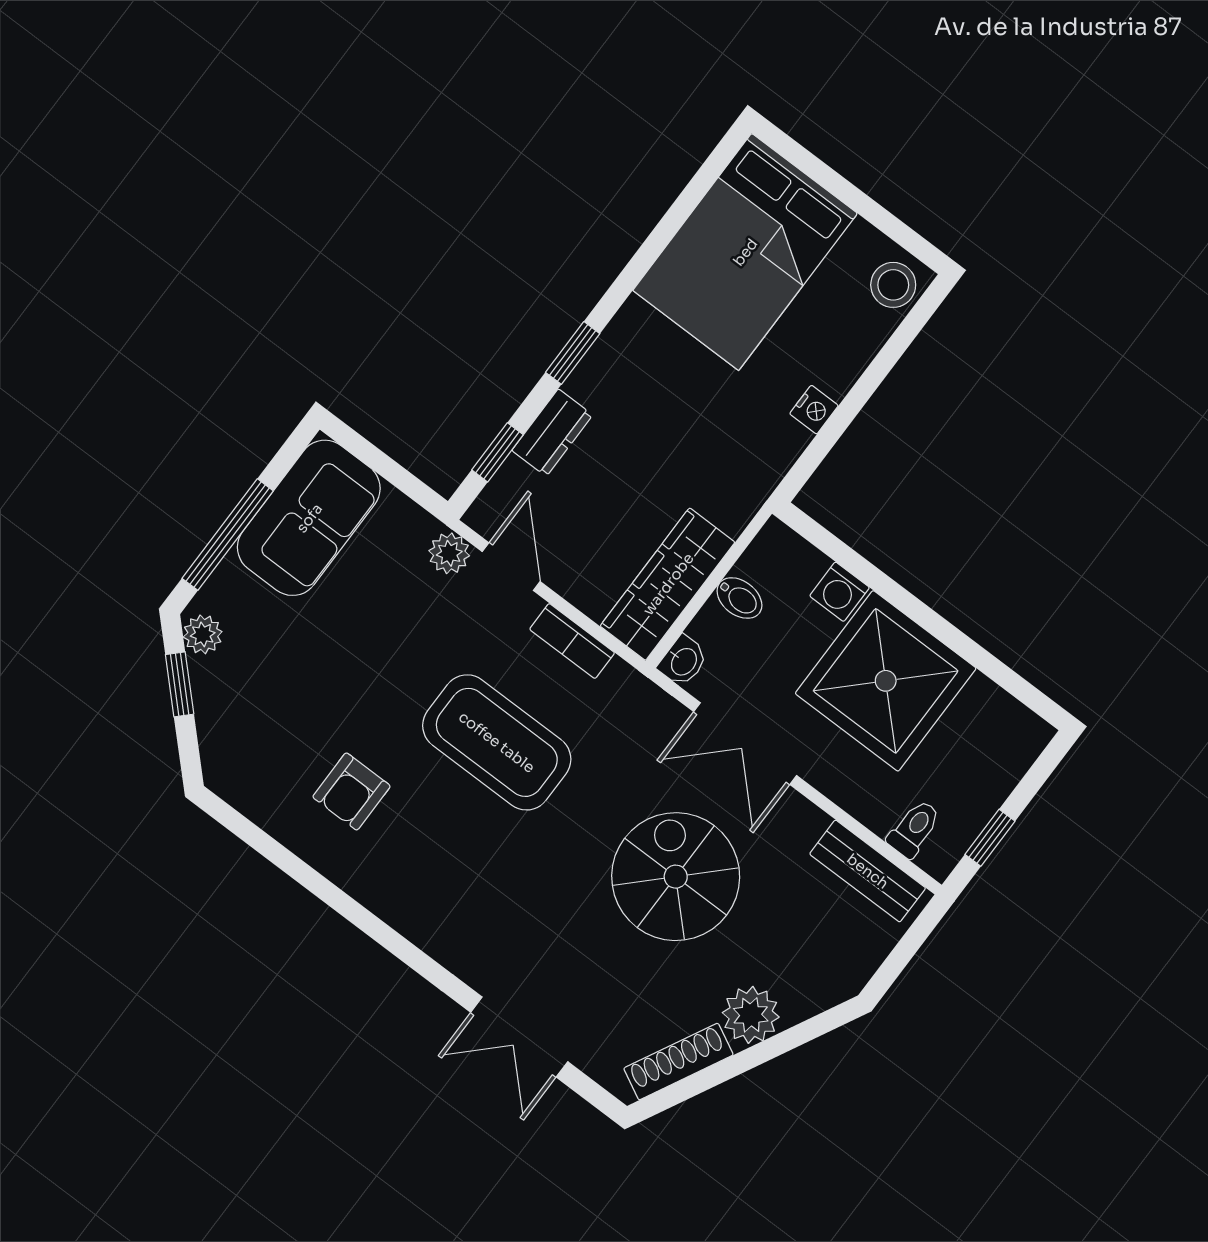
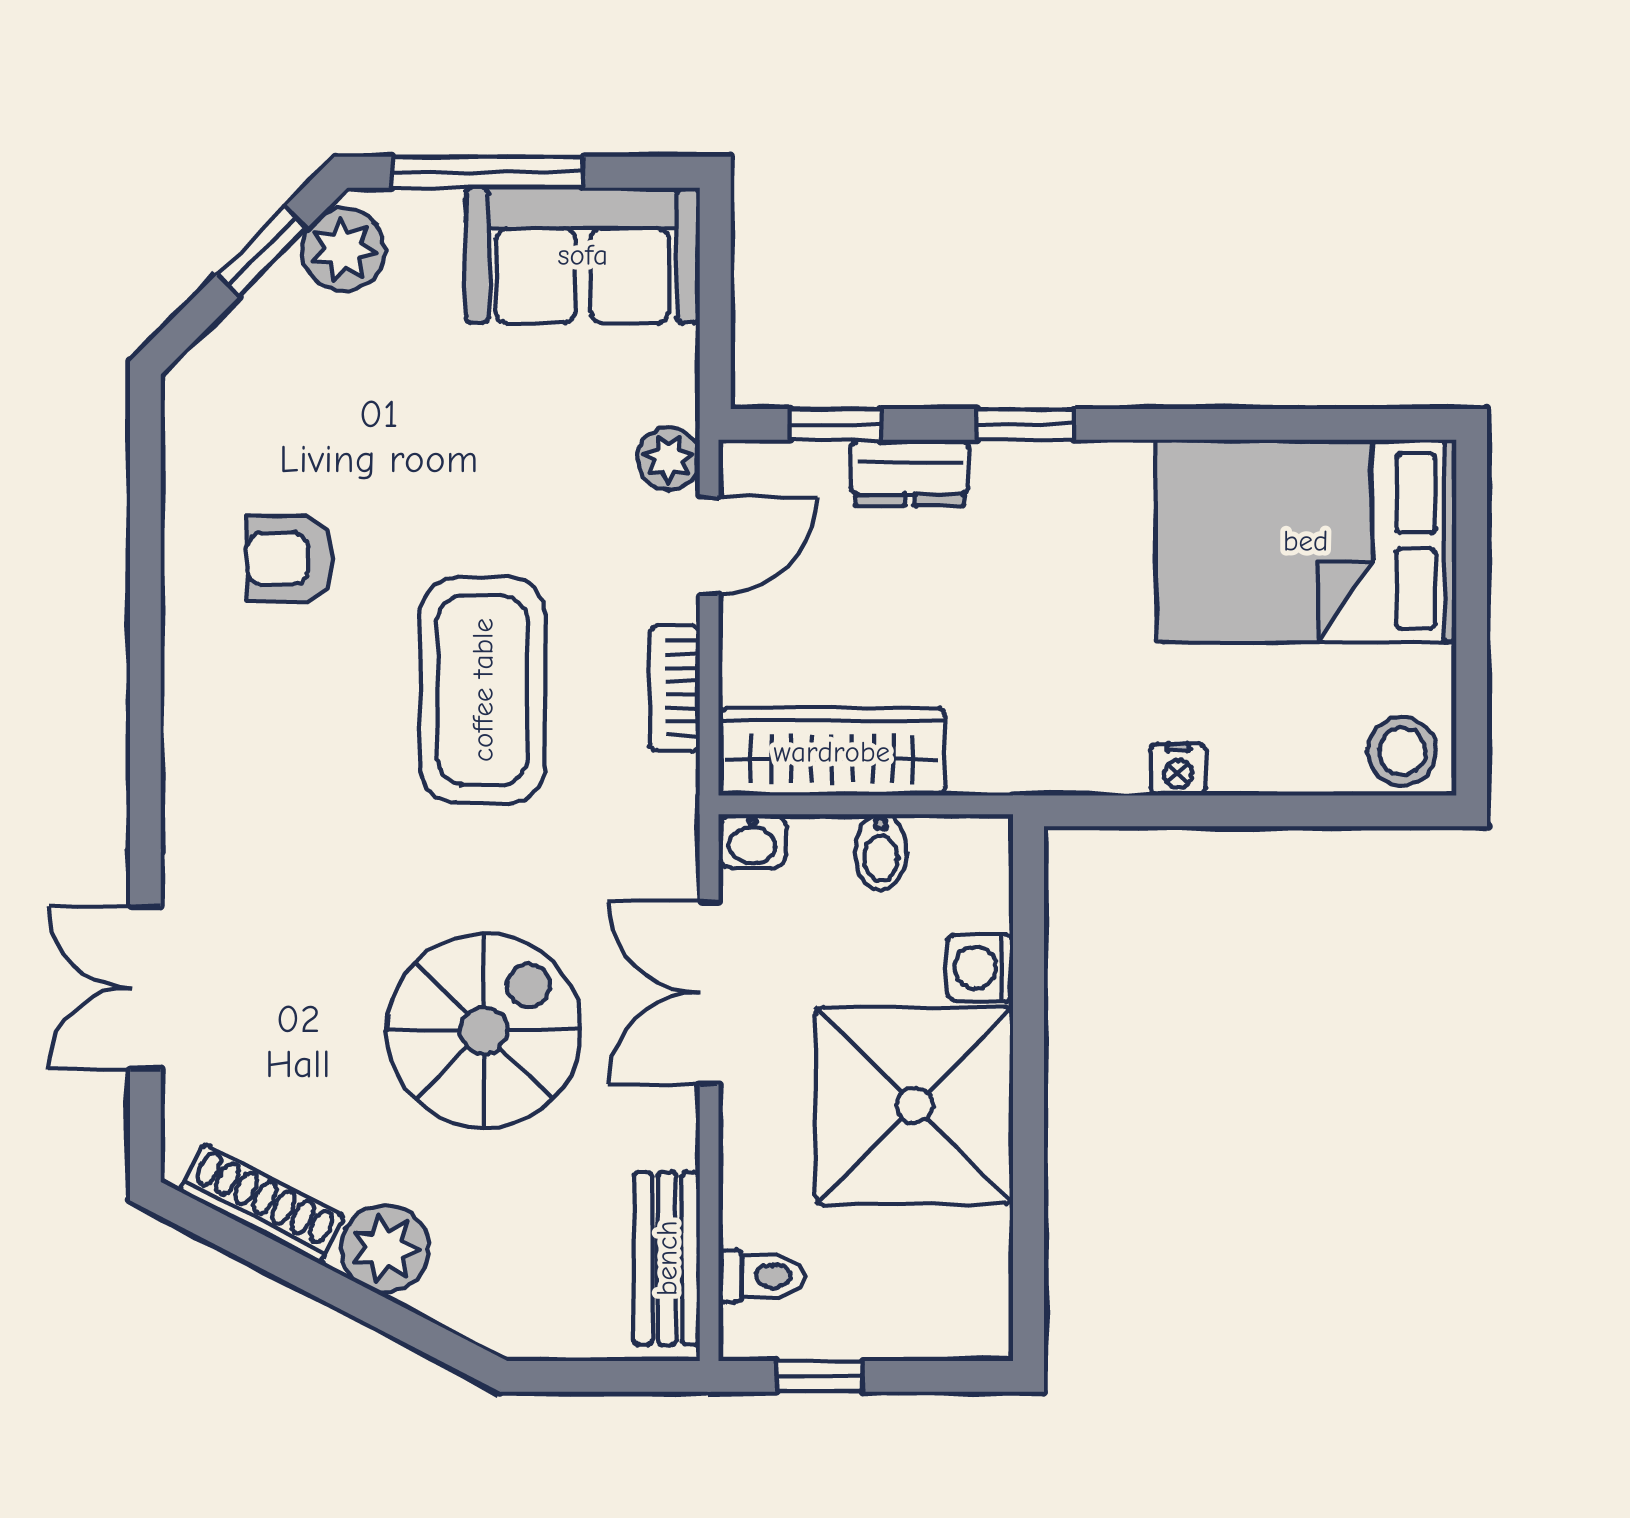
plant: (203, 634) -> (344, 250), width x1.38, depth x1.38

